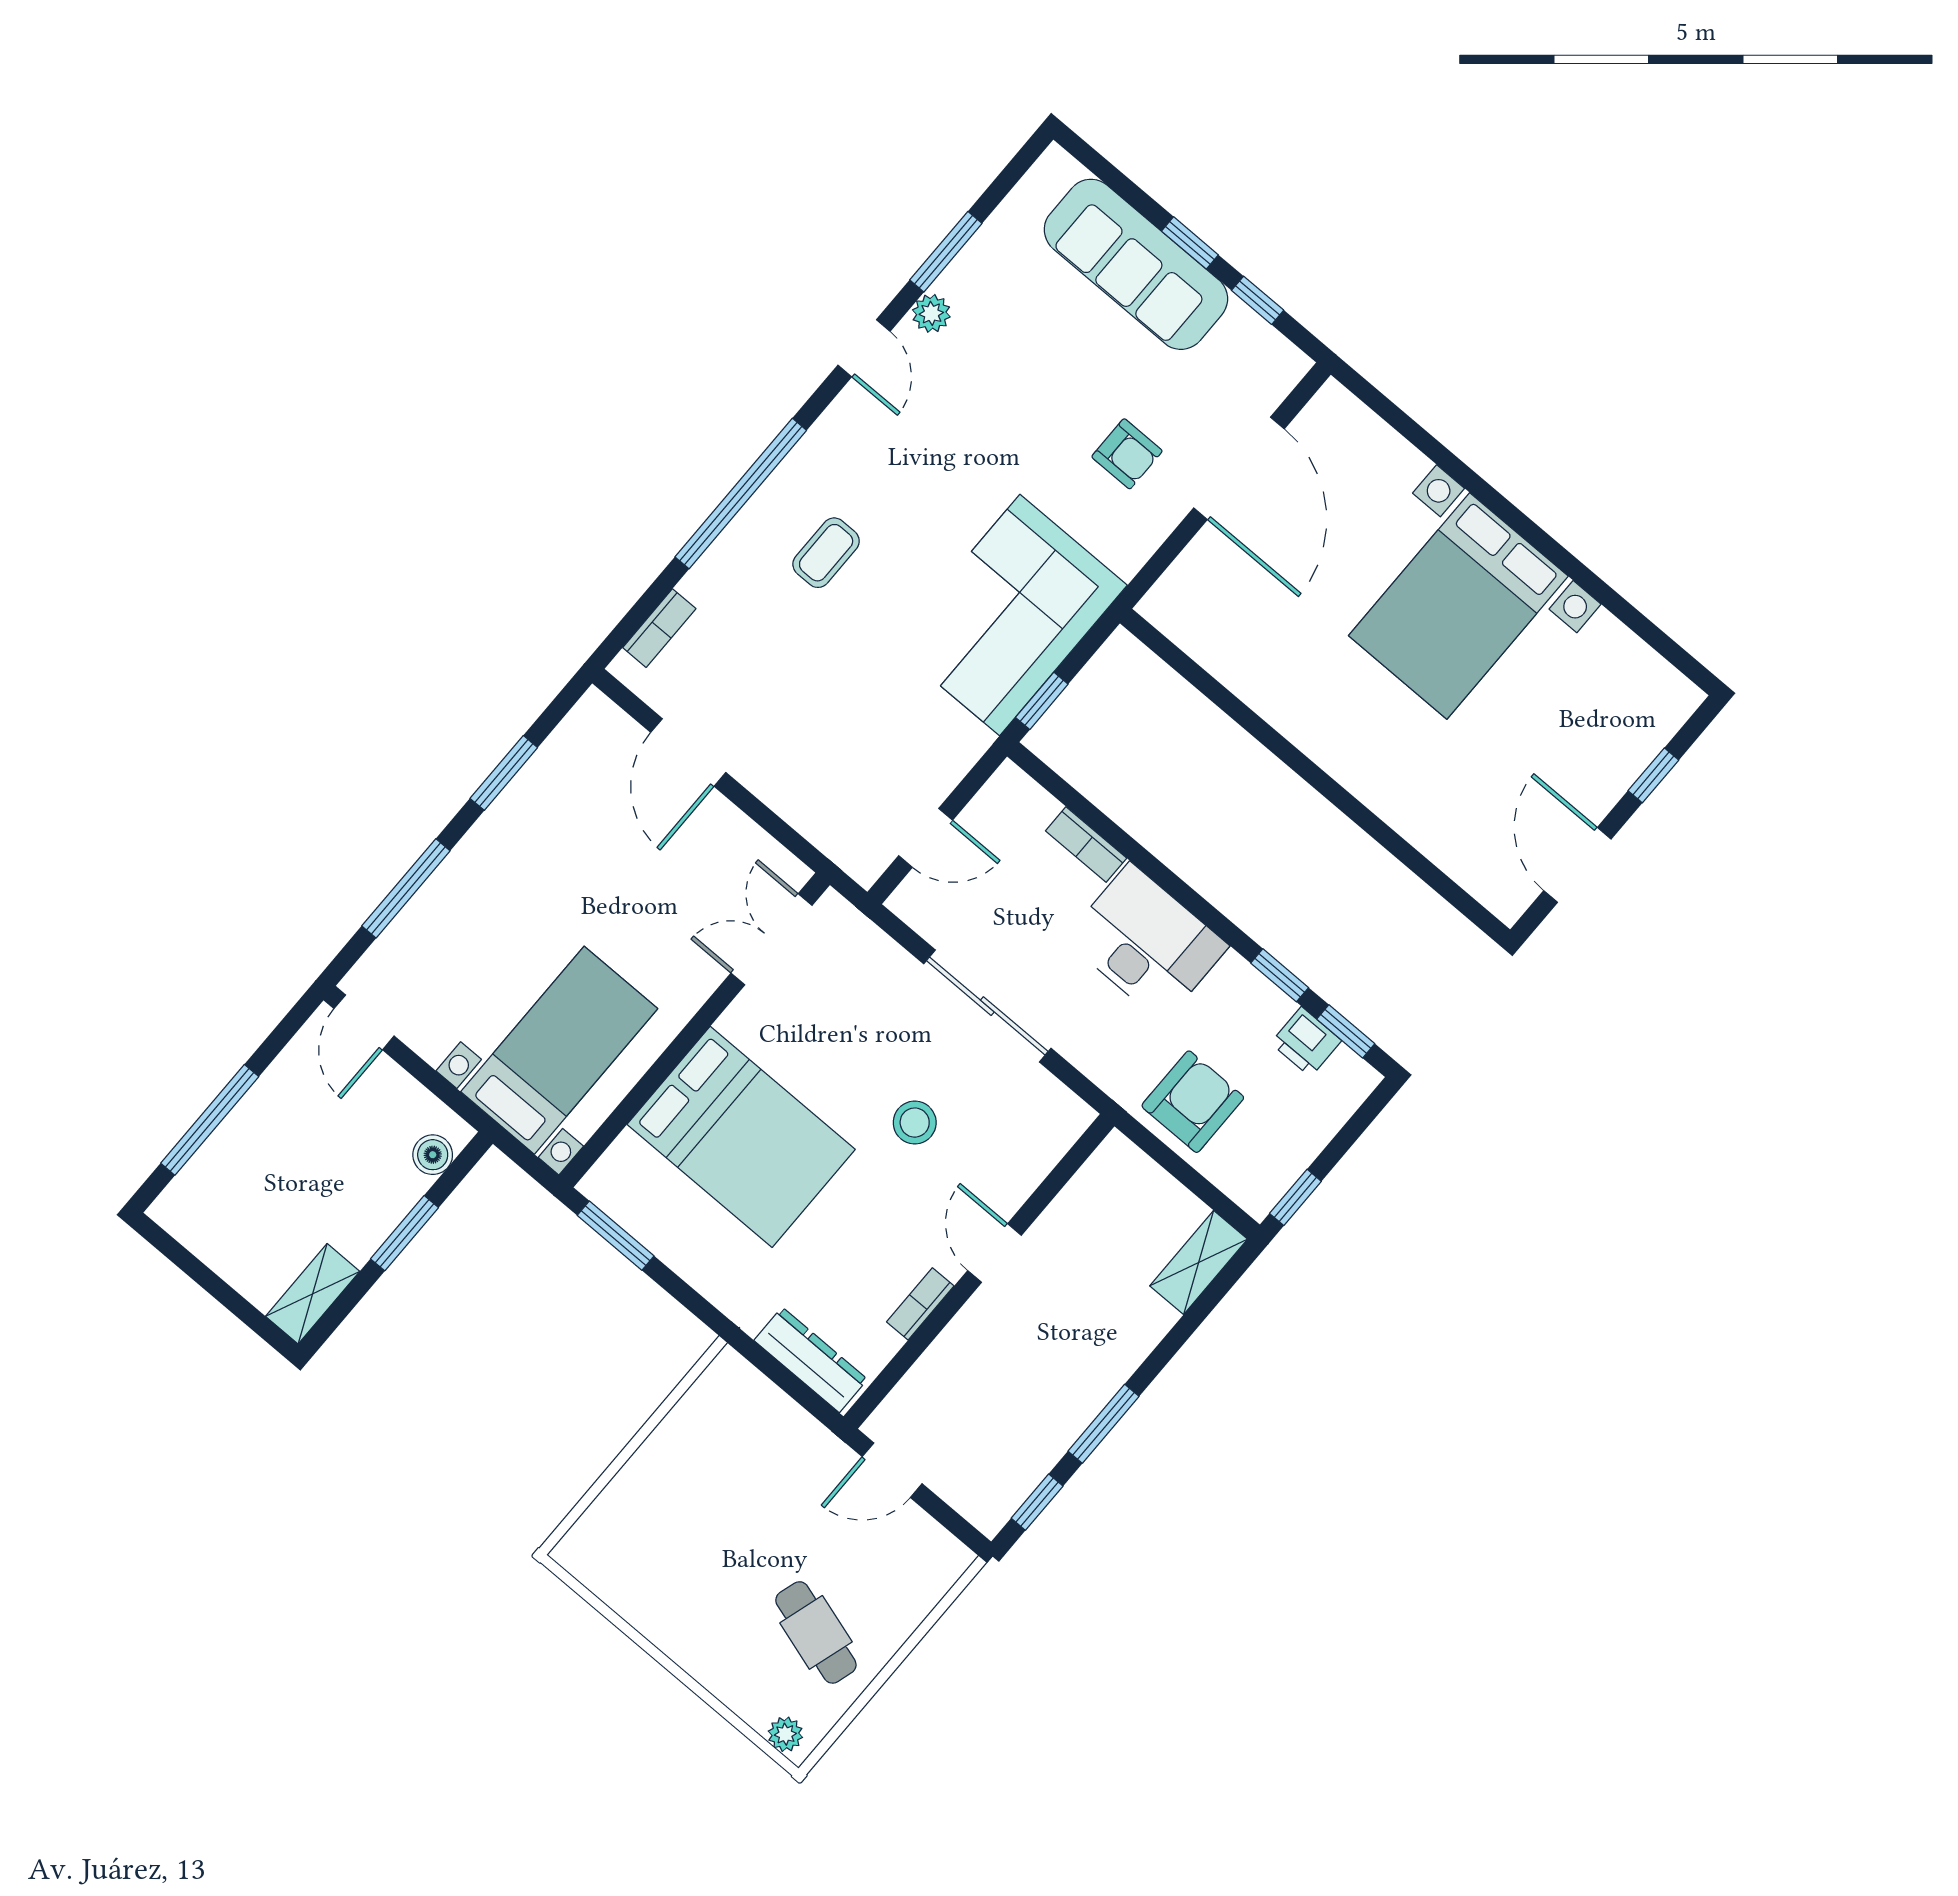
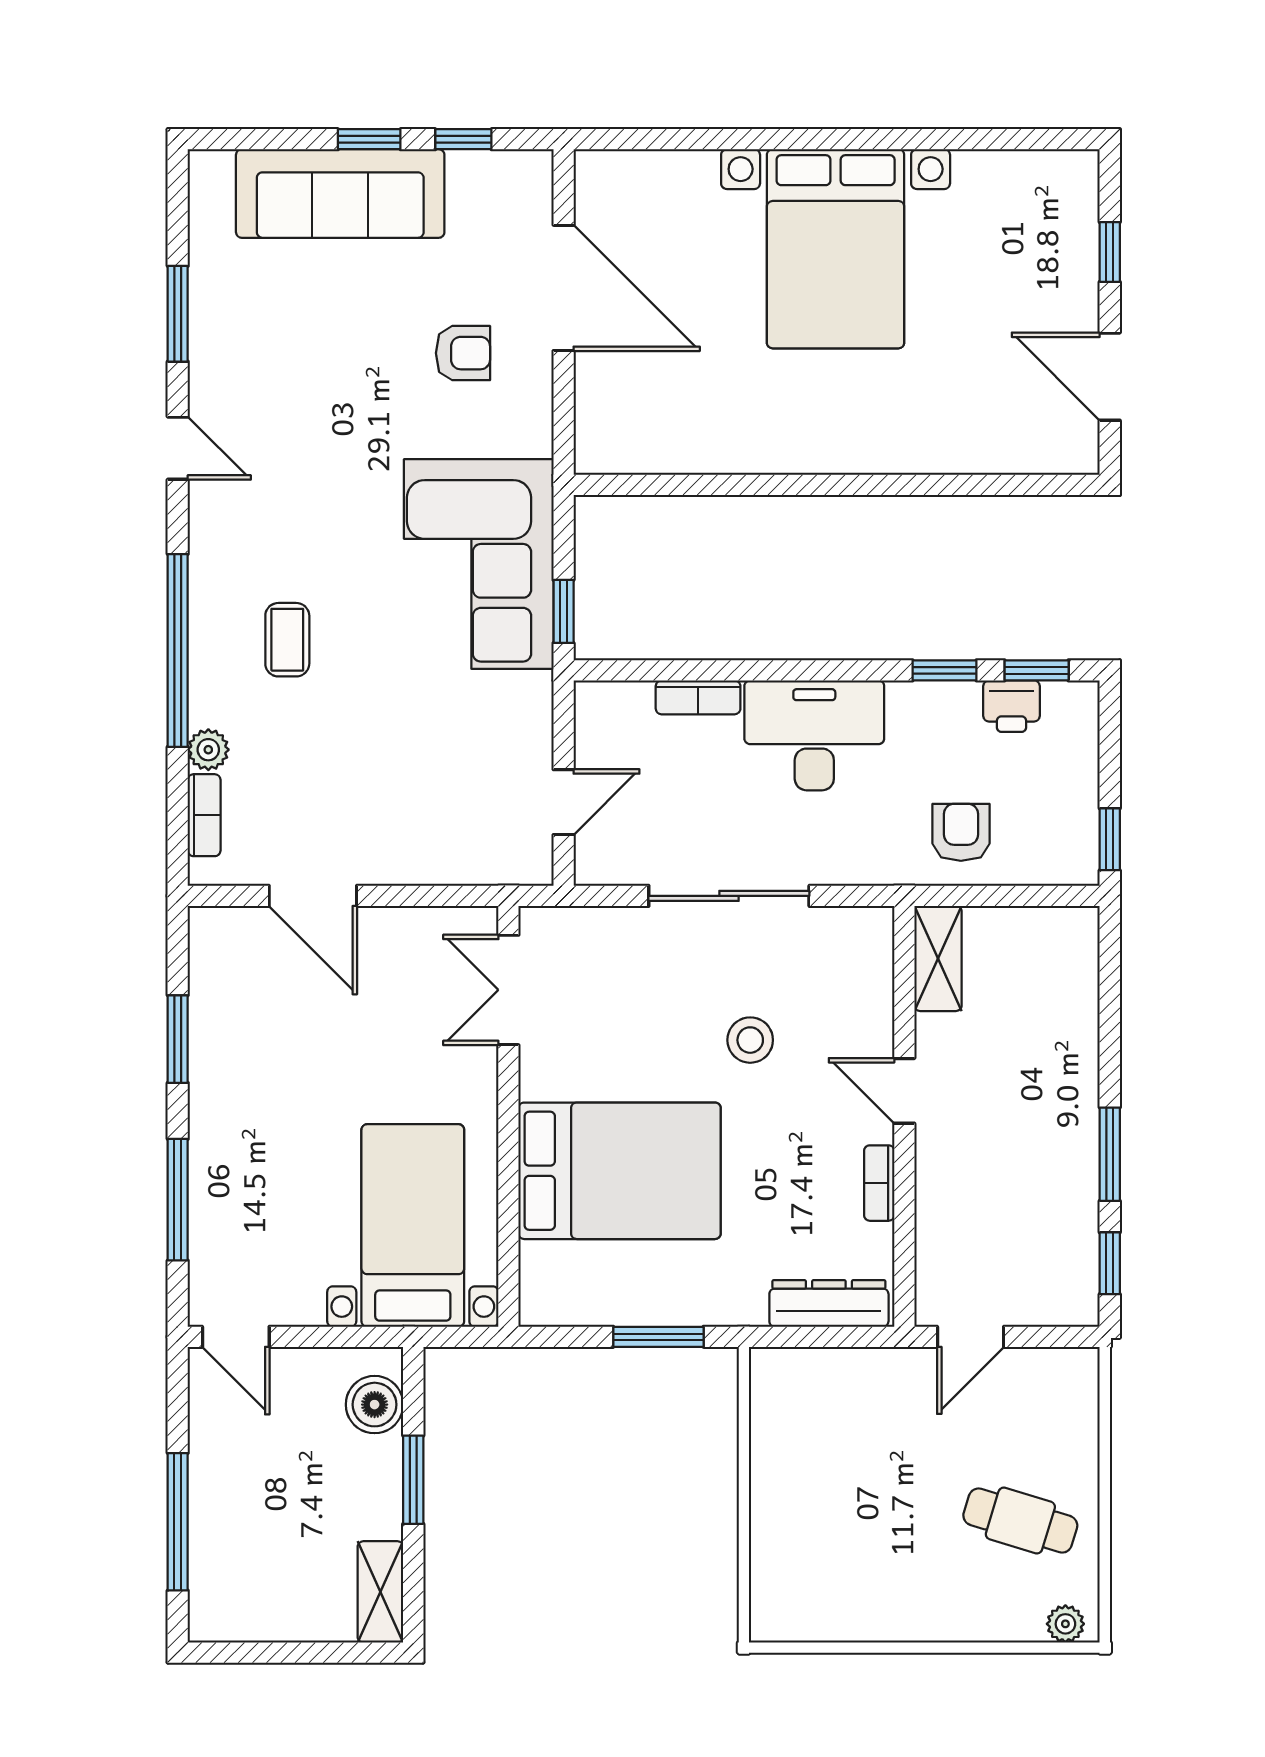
plant: (931, 313) -> (208, 750), moved
armchair: (1193, 1102) -> (961, 832), width x0.72, depth x0.72
boiler: (433, 1155) -> (375, 1405), width x1.36, depth x1.36
window: (616, 1236) -> (658, 1337), moved
shelving: (1199, 1263) -> (938, 958), moved

